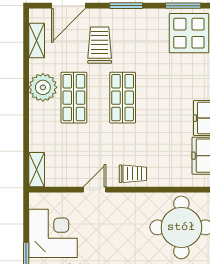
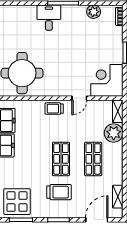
trolley: (100, 45) -> (59, 192), moved, turned -90
plant: (43, 87) -> (114, 133), moved
corner desk: (53, 233) -> (107, 80), moved, turned 90

